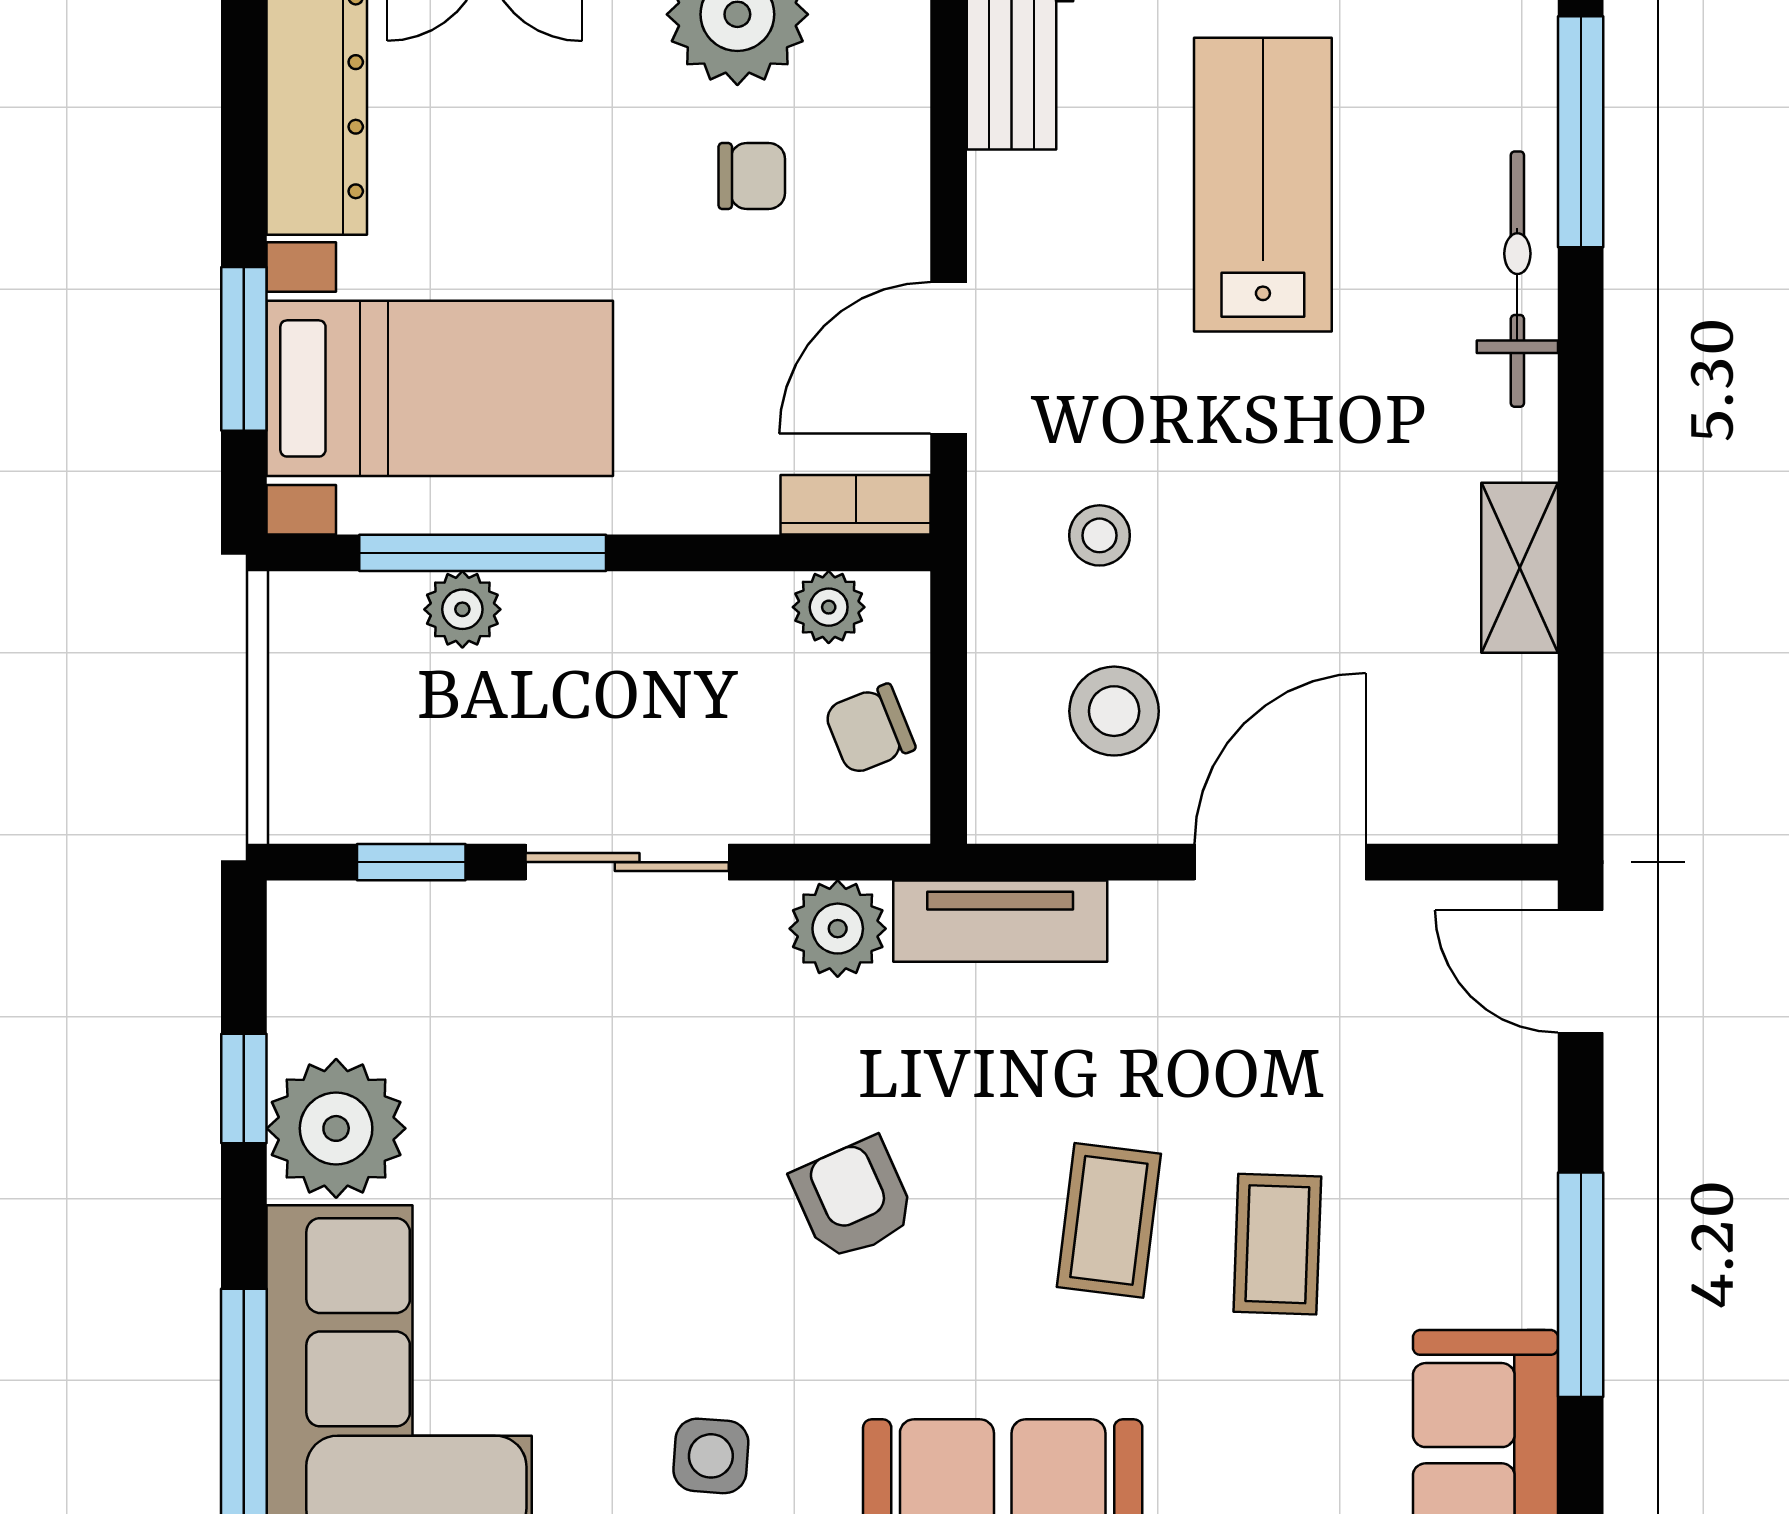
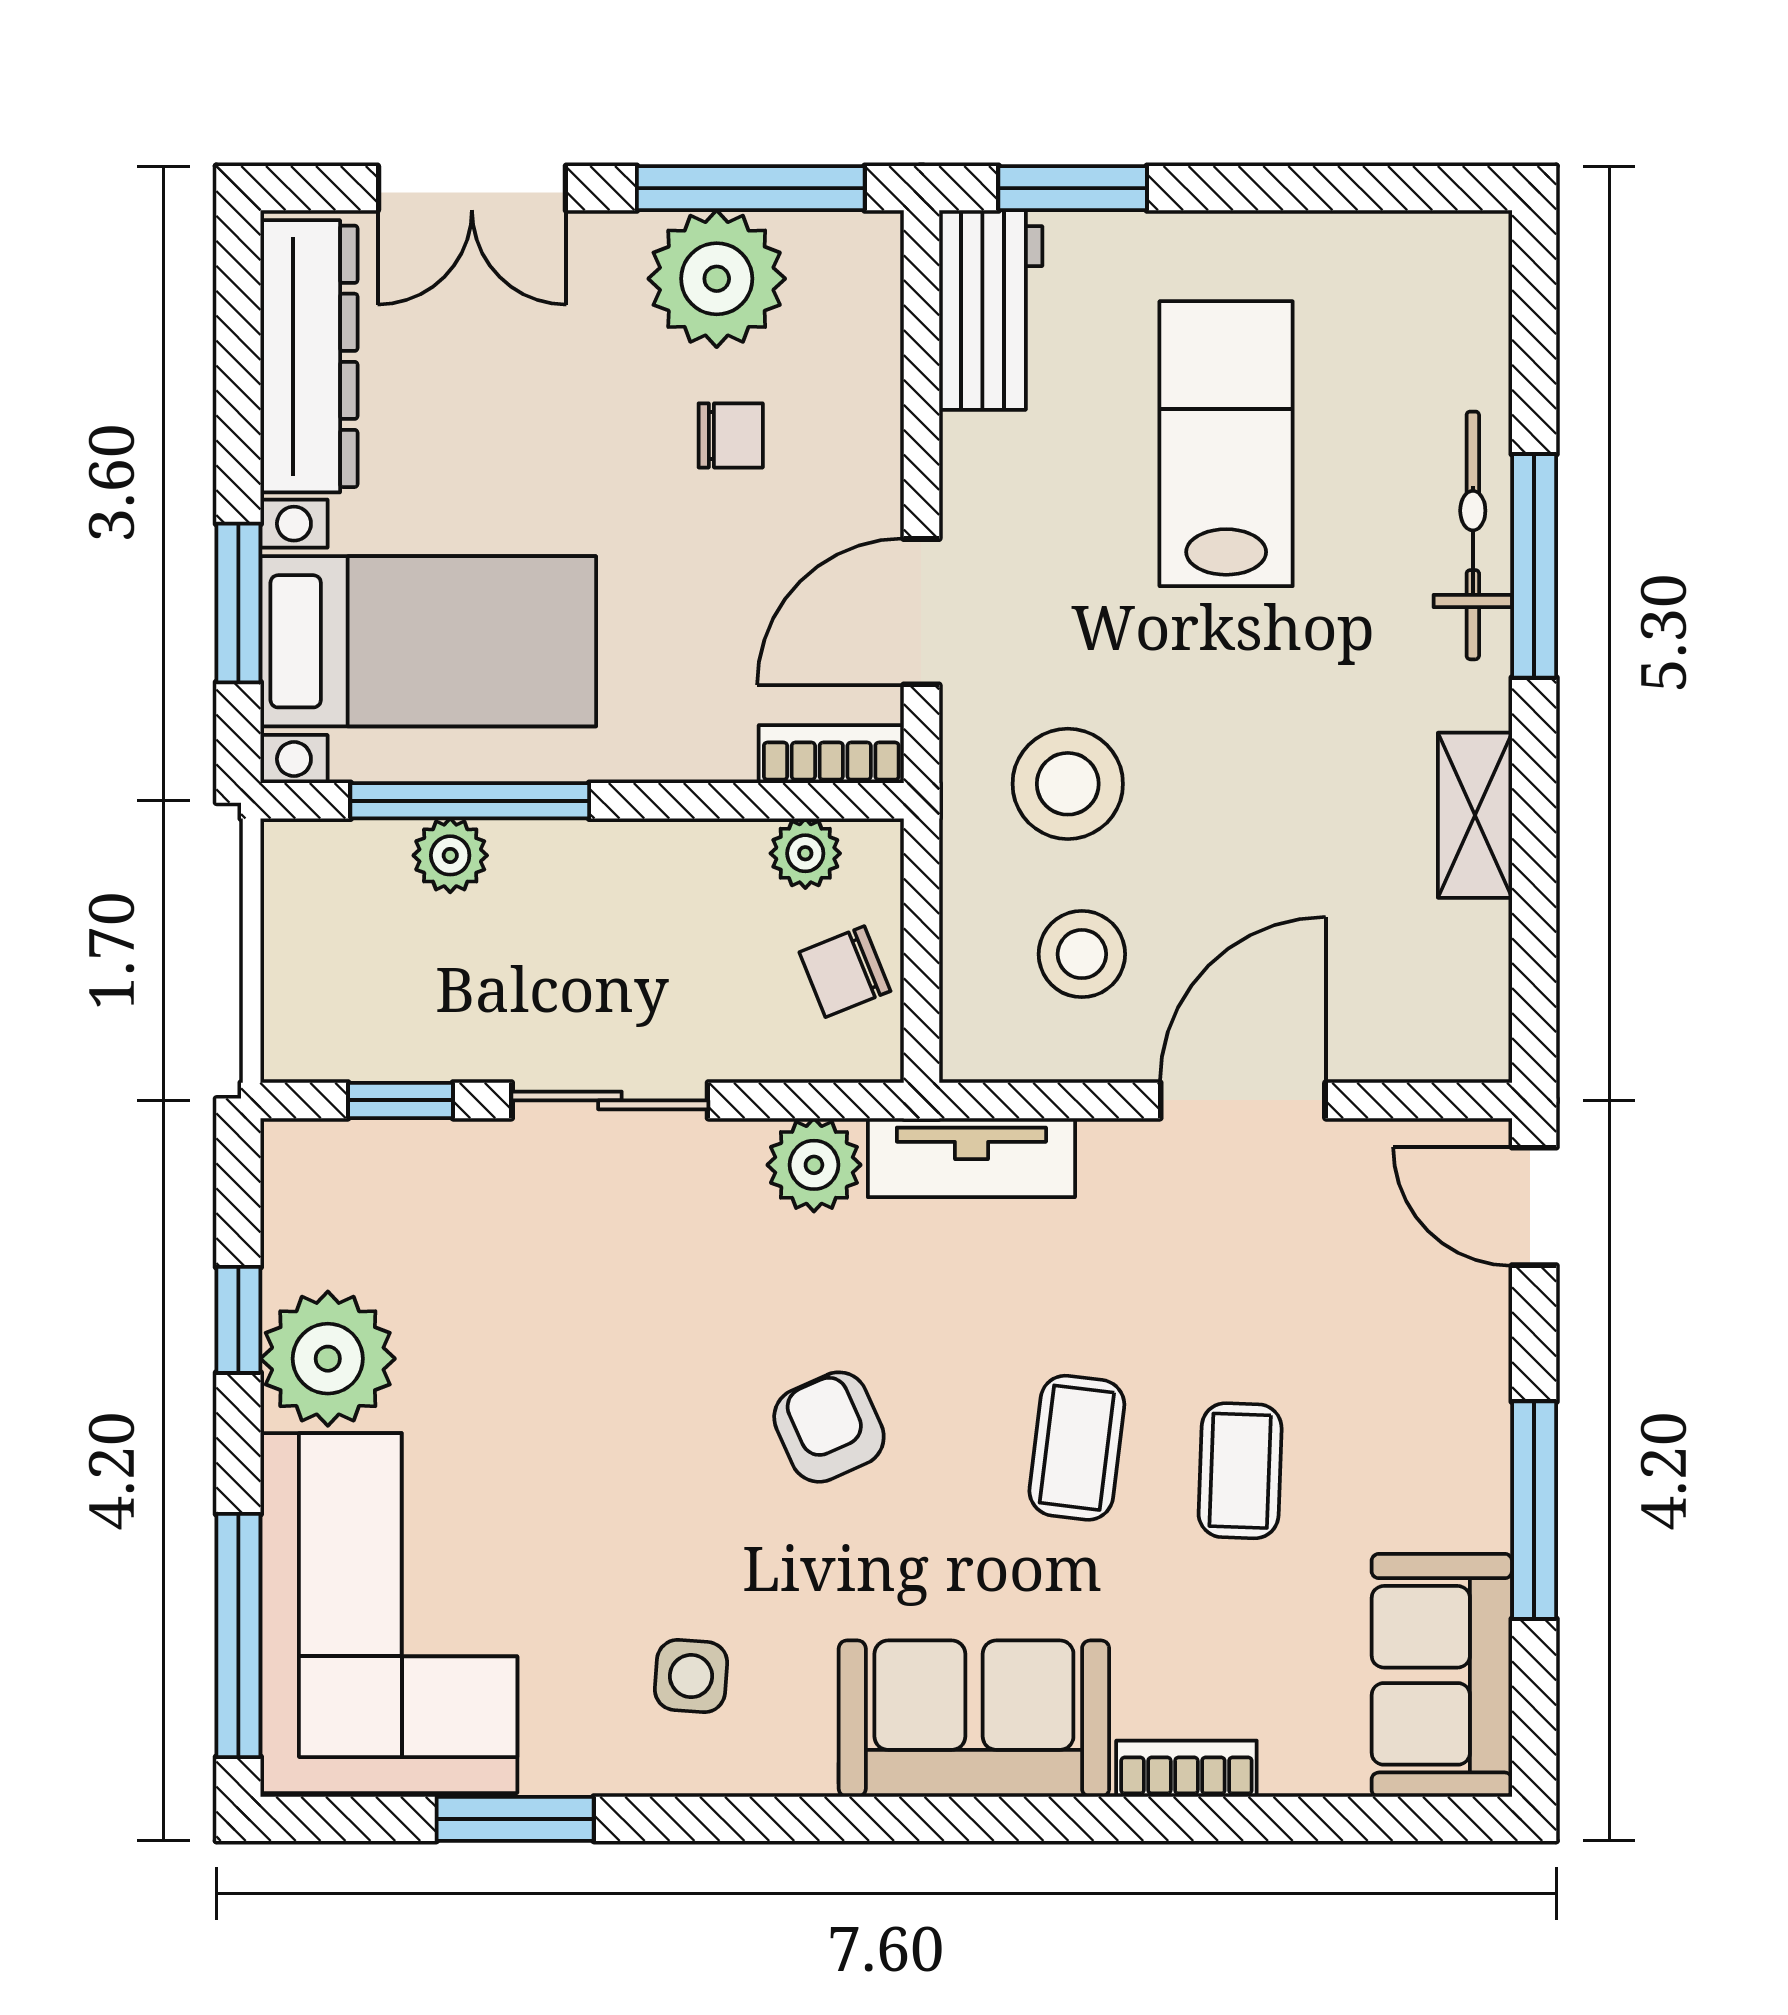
window: (1581, 132) -> (1534, 566), moved
stool: (1100, 535) -> (1068, 784), width x1.89, depth x1.89

